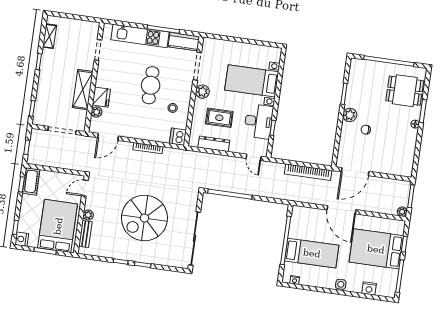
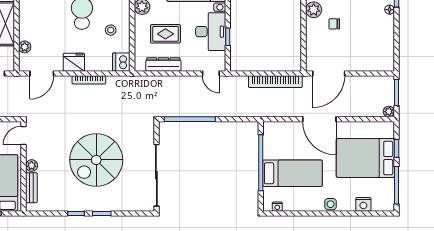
fridge: (101, 97) -> (74, 62), moved, turned -90

